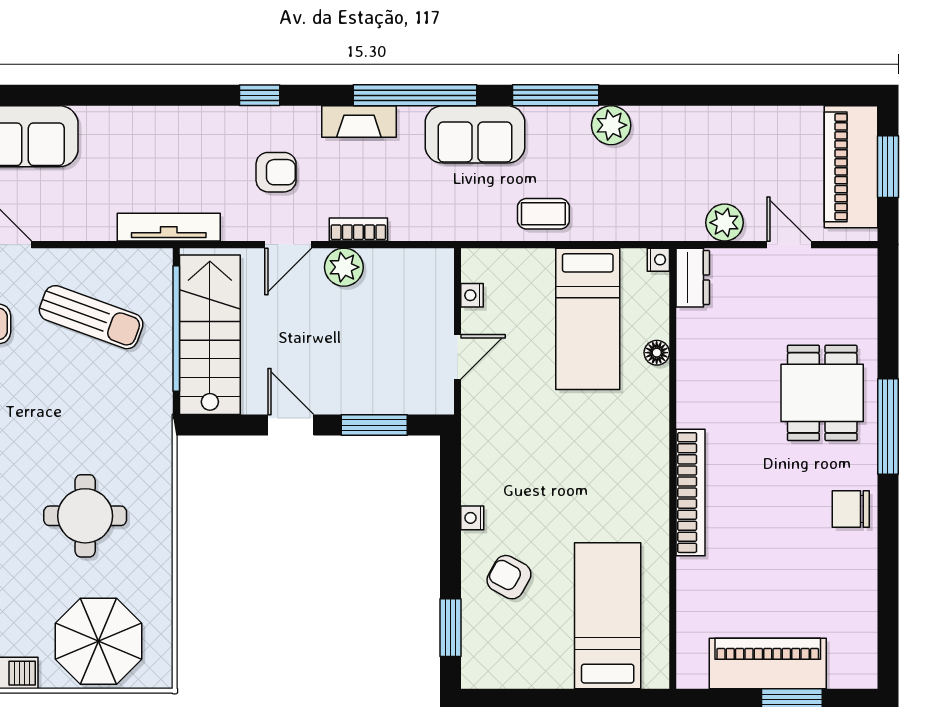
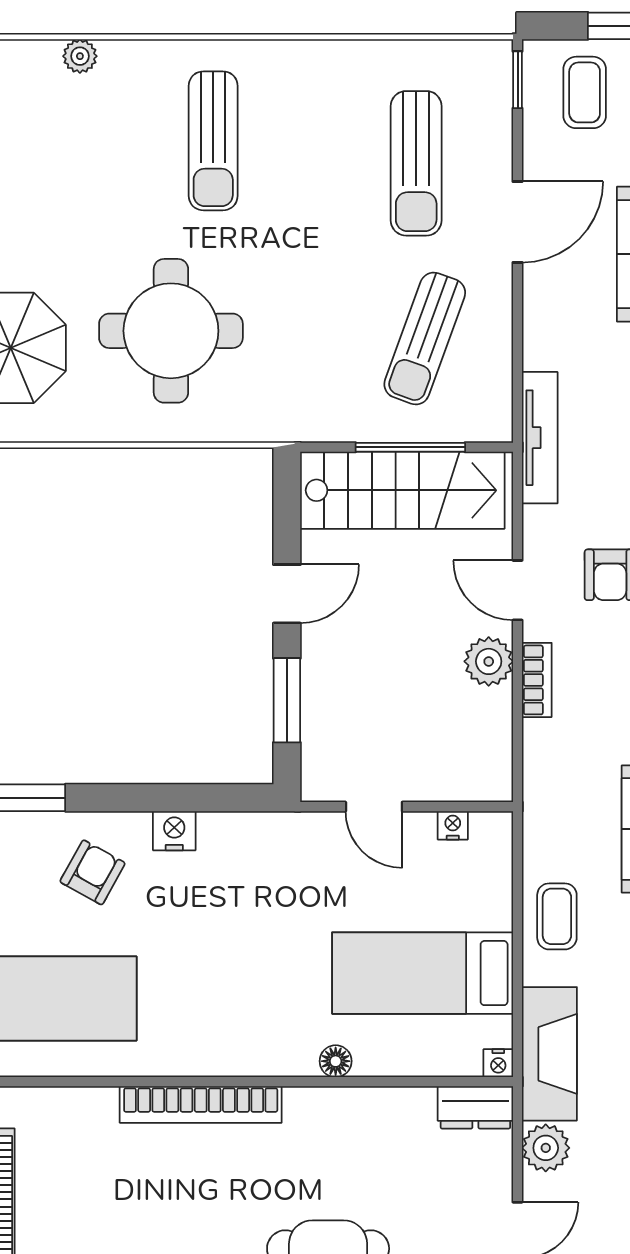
fireplace: (651, 220) -> (549, 1054), added
window: (176, 328) -> (410, 447), width x0.68
floor lamp: (657, 353) -> (336, 1061), moved
round table: (85, 516) -> (171, 331), width x1.36, depth x1.36
nightstand: (472, 518) -> (174, 831), width x1.39, depth x1.35

